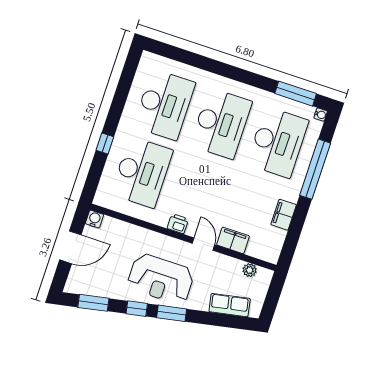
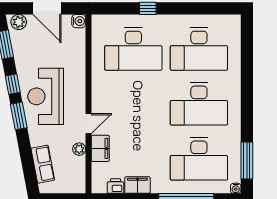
printer: (178, 224) -> (116, 186), moved, turned -90
plant: (250, 270) -> (79, 149), moved
plant: (75, 281) -> (19, 22), added

